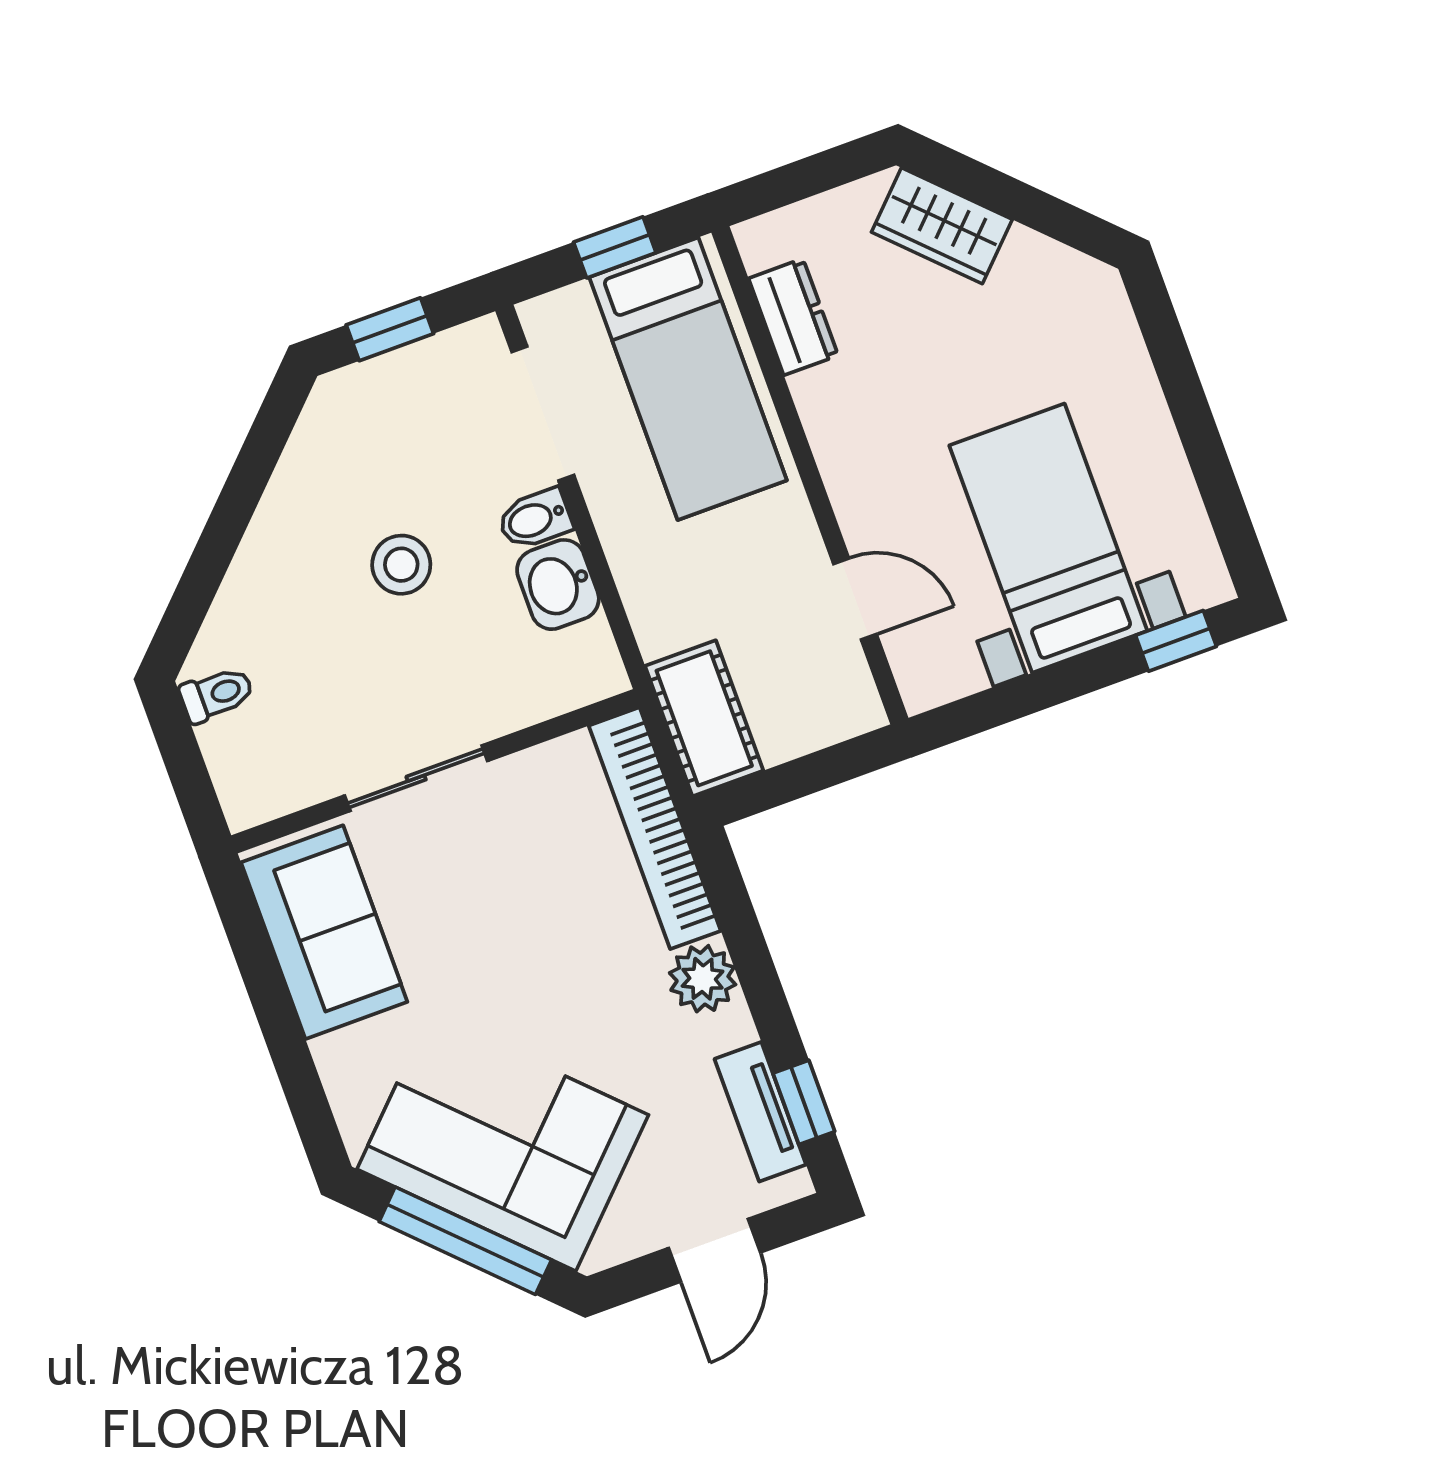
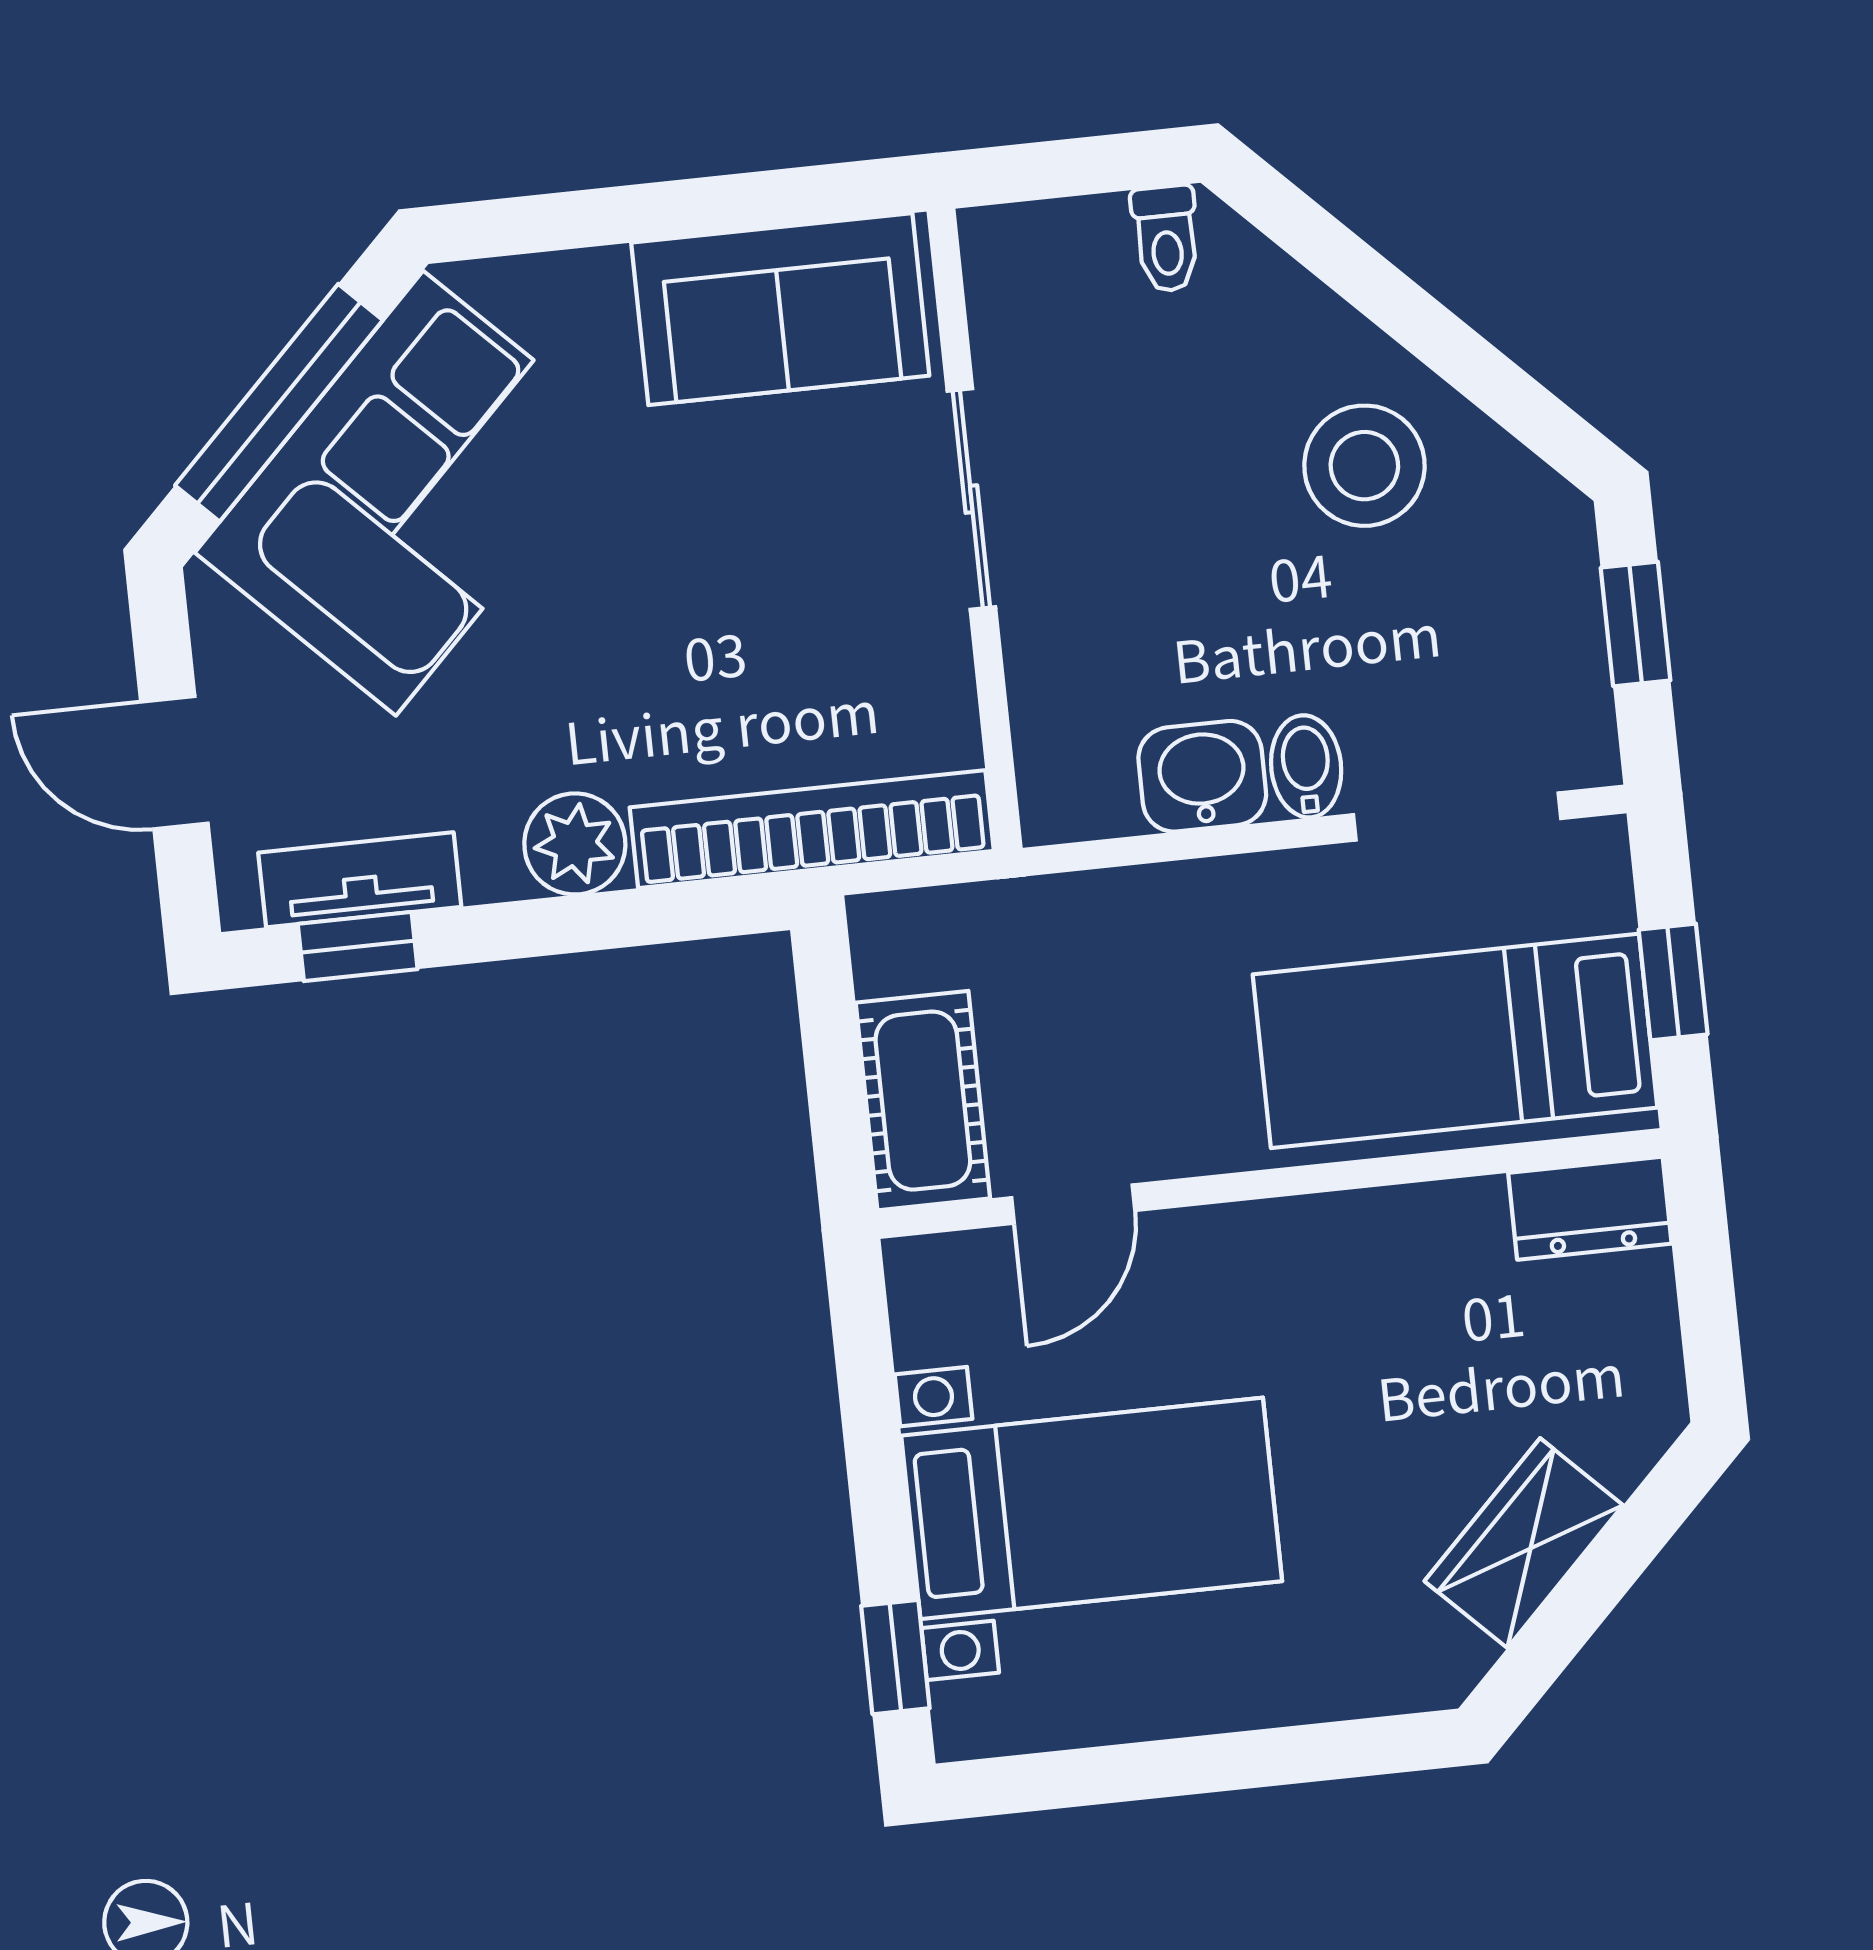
wardrobe: (942, 226) -> (1524, 1543), moved
dresser: (793, 317) -> (1590, 1208), moved
stool: (401, 565) -> (1364, 466), moved, width x1.38, depth x1.38
cot: (704, 718) -> (923, 1101), moved, turned 90

